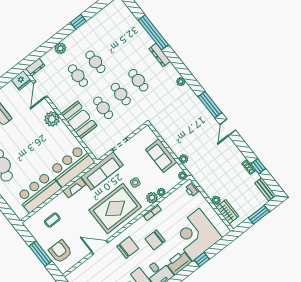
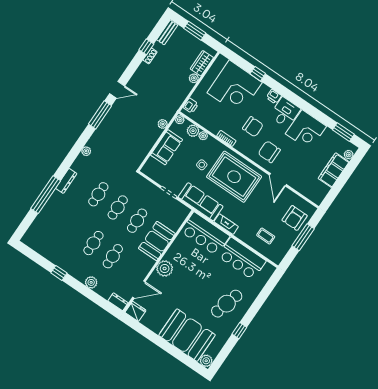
plant: (152, 198) -> (193, 131), moved
printer: (179, 263) -> (274, 97), width x0.53, depth x0.68

